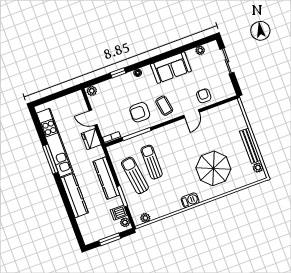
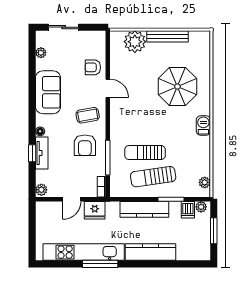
tv unit: (121, 80) -> (42, 153), added
plant: (258, 168) -> (135, 42), moved, width x1.88, depth x1.88

